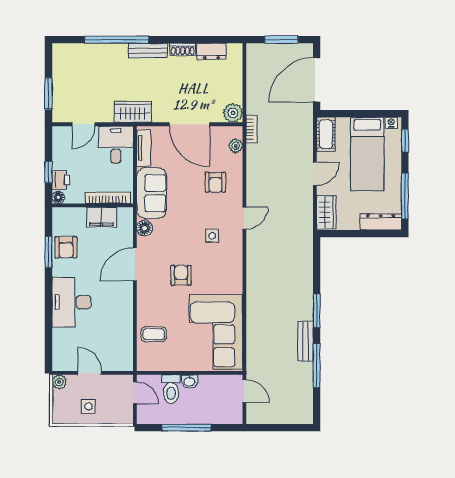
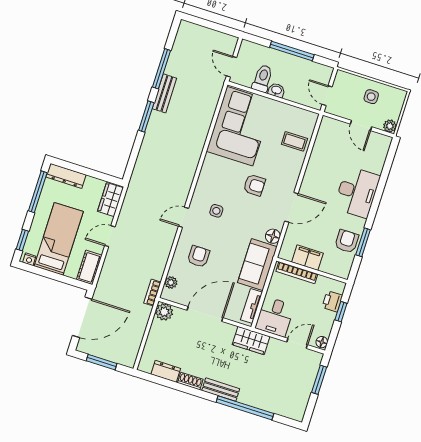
door: (189, 124) -> (205, 314), hinge flipped
floor lamp: (58, 197) -> (322, 342), moved
armchair: (181, 275) -> (254, 185), turned -90
toilet: (171, 389) -> (262, 79), moved

